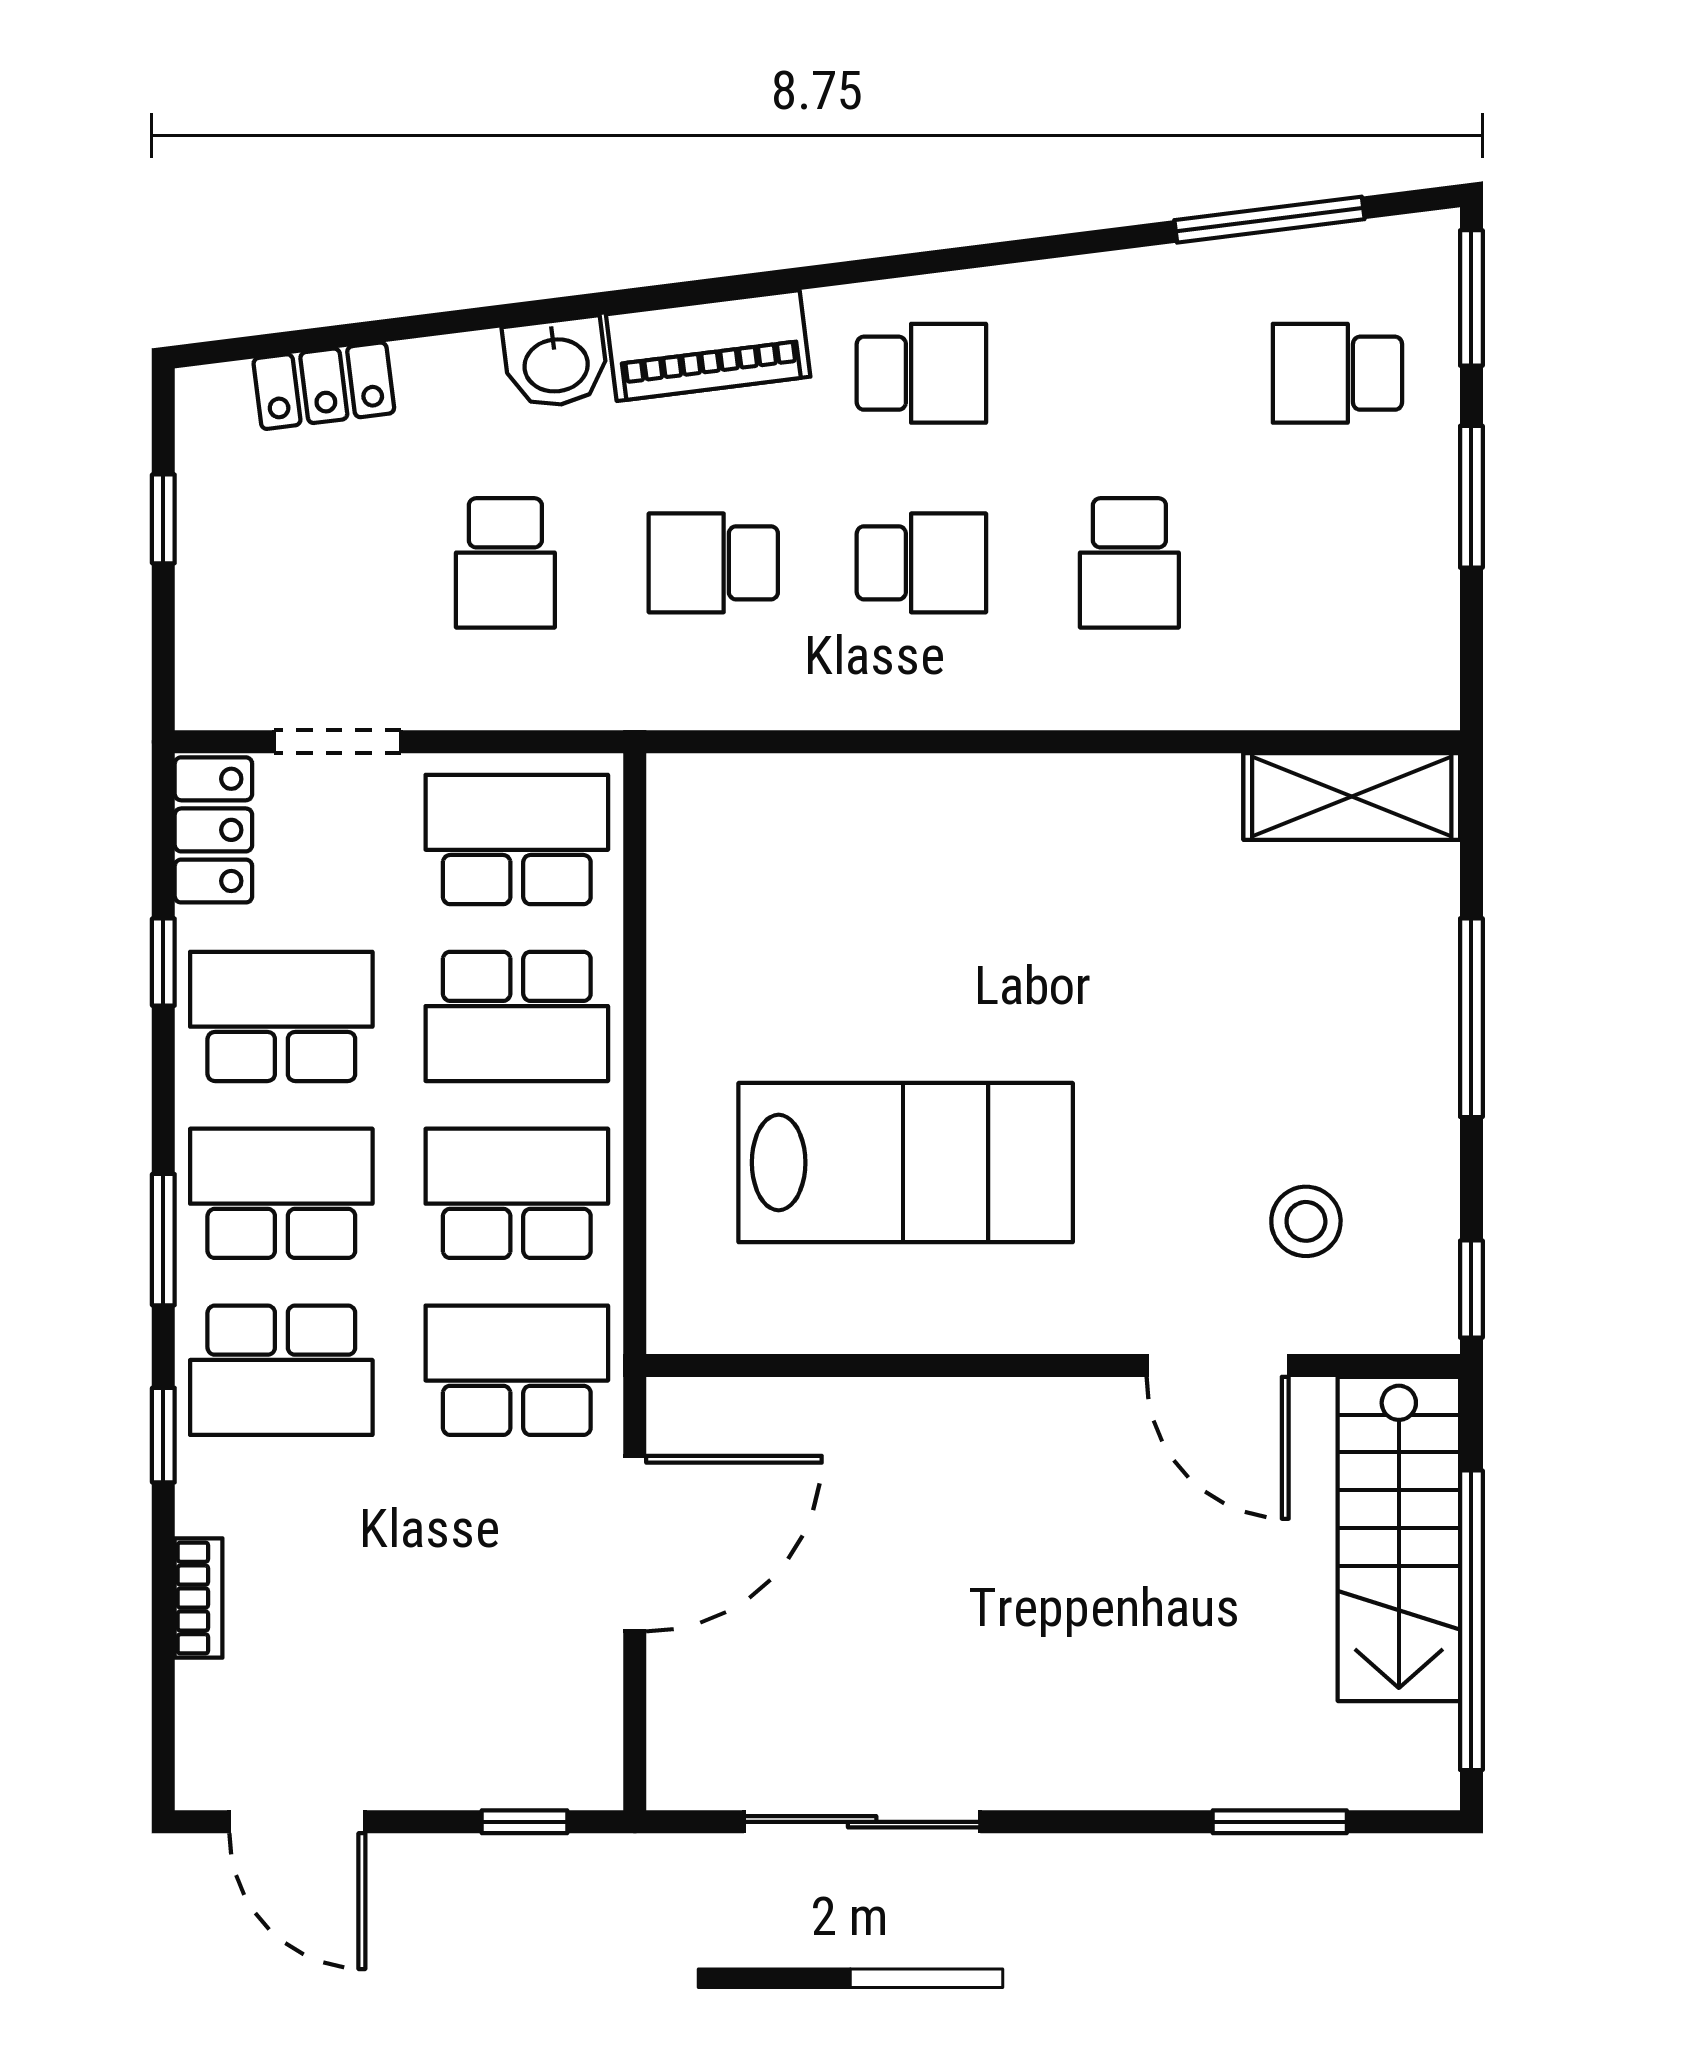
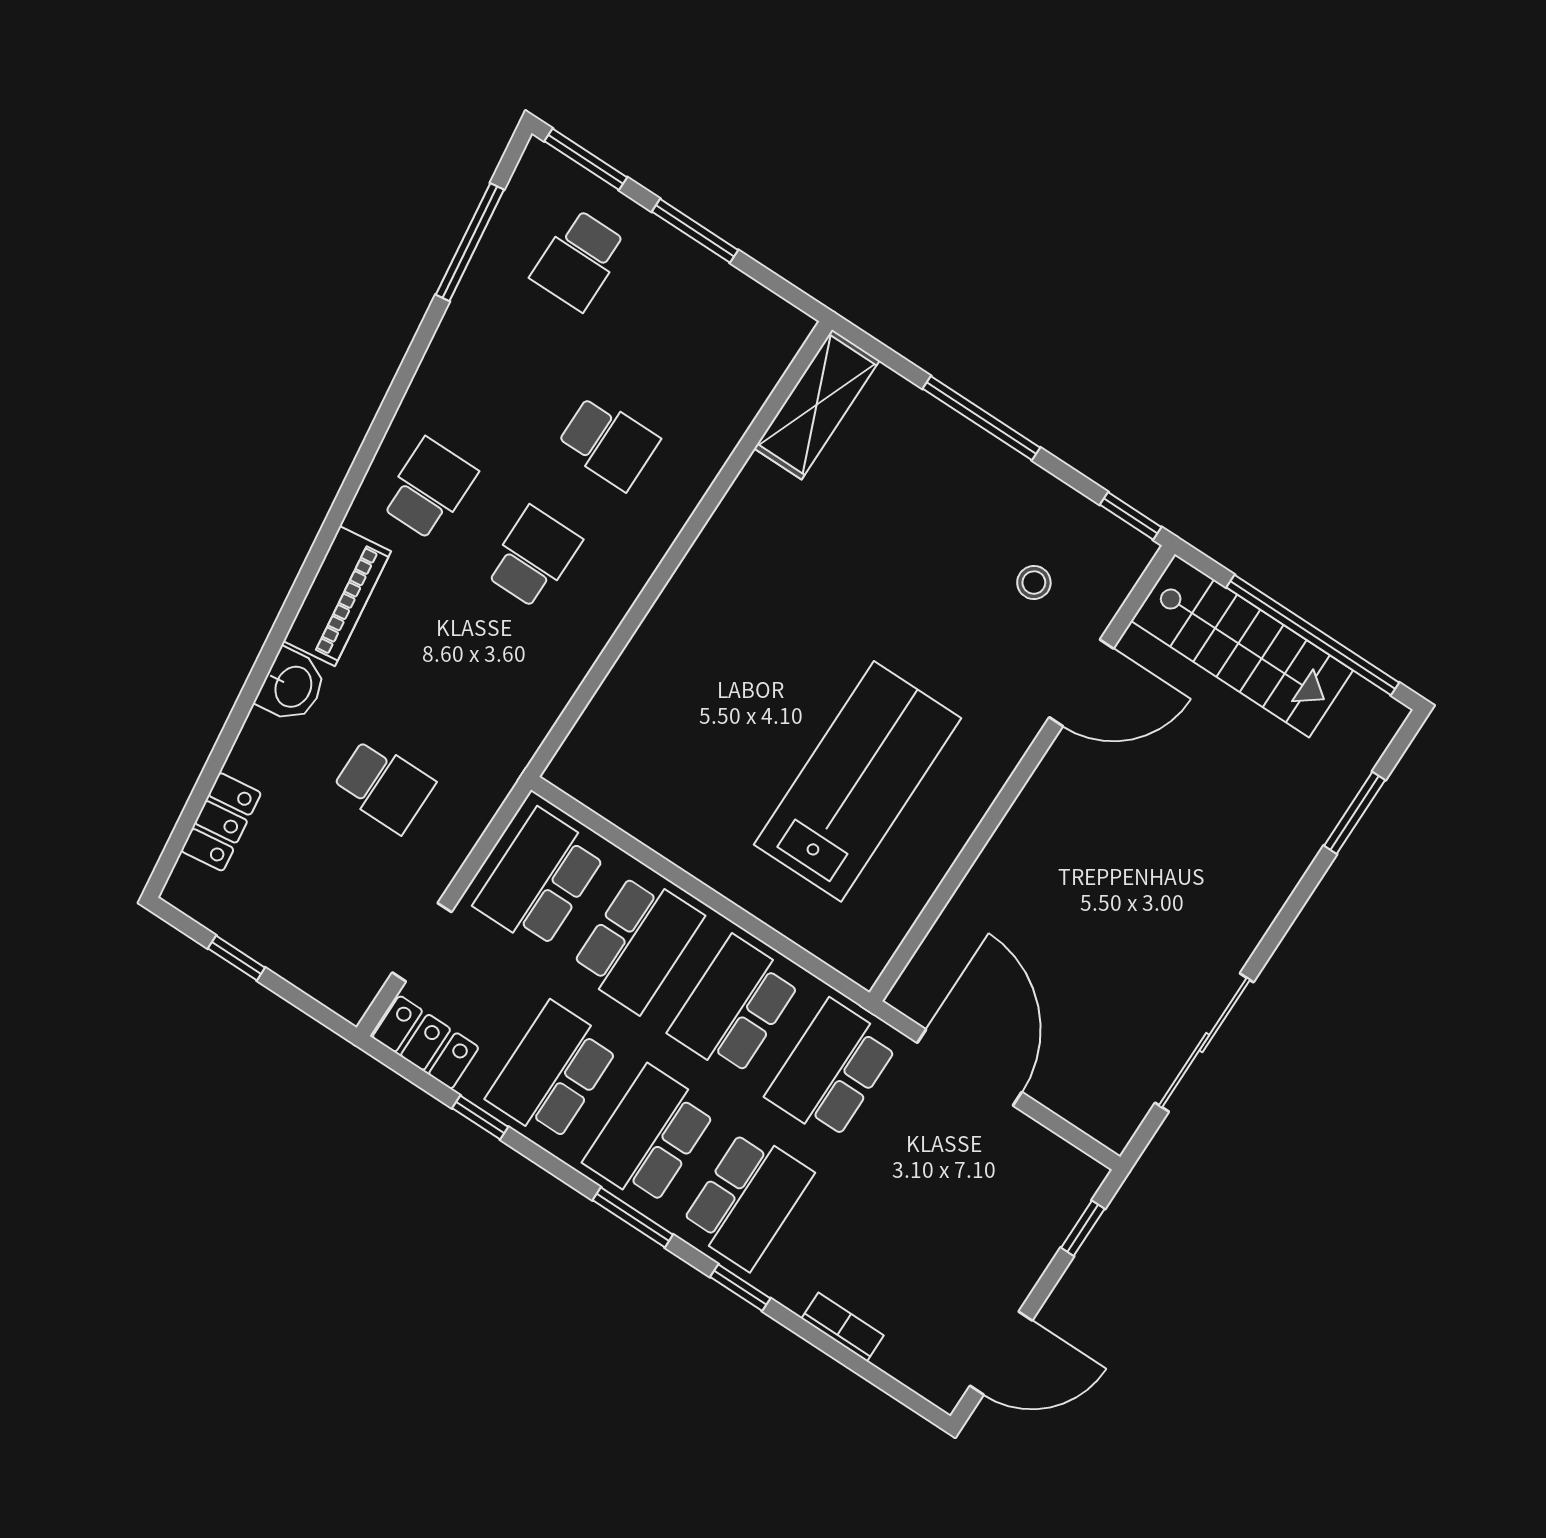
school desk: (713, 563) -> (459, 671), removed
stool: (1306, 1221) -> (1034, 583), width x0.73, depth x0.73

